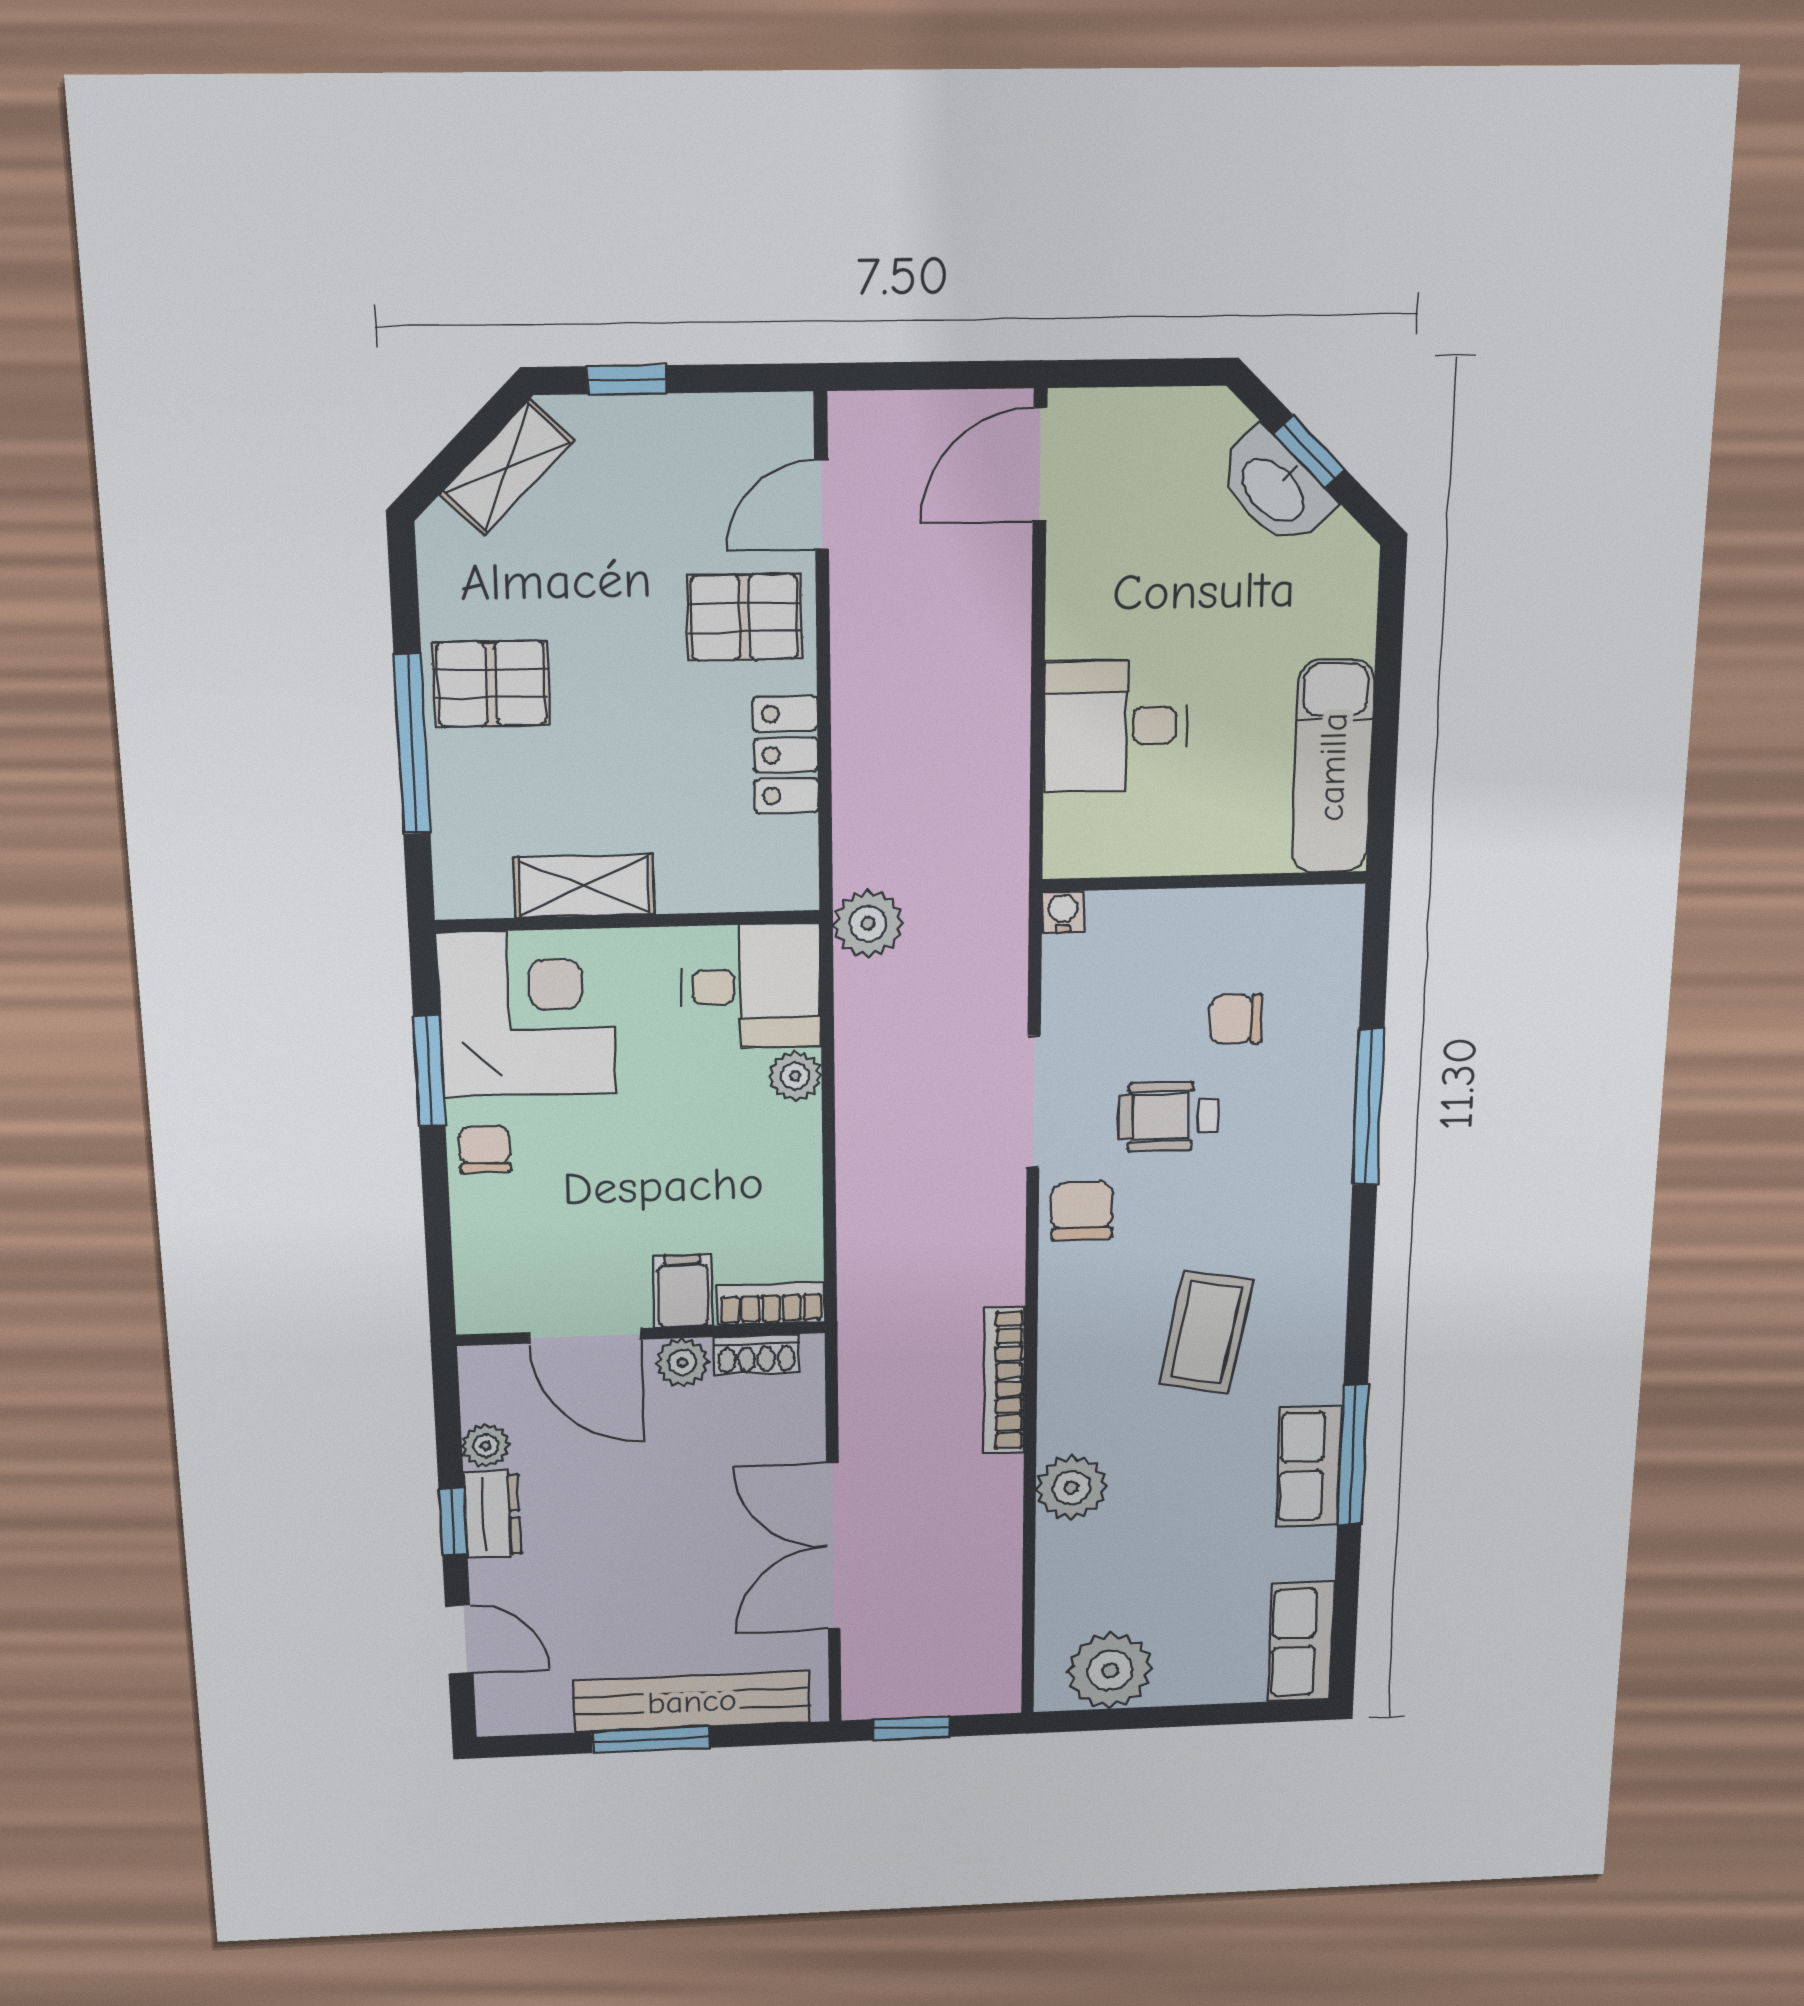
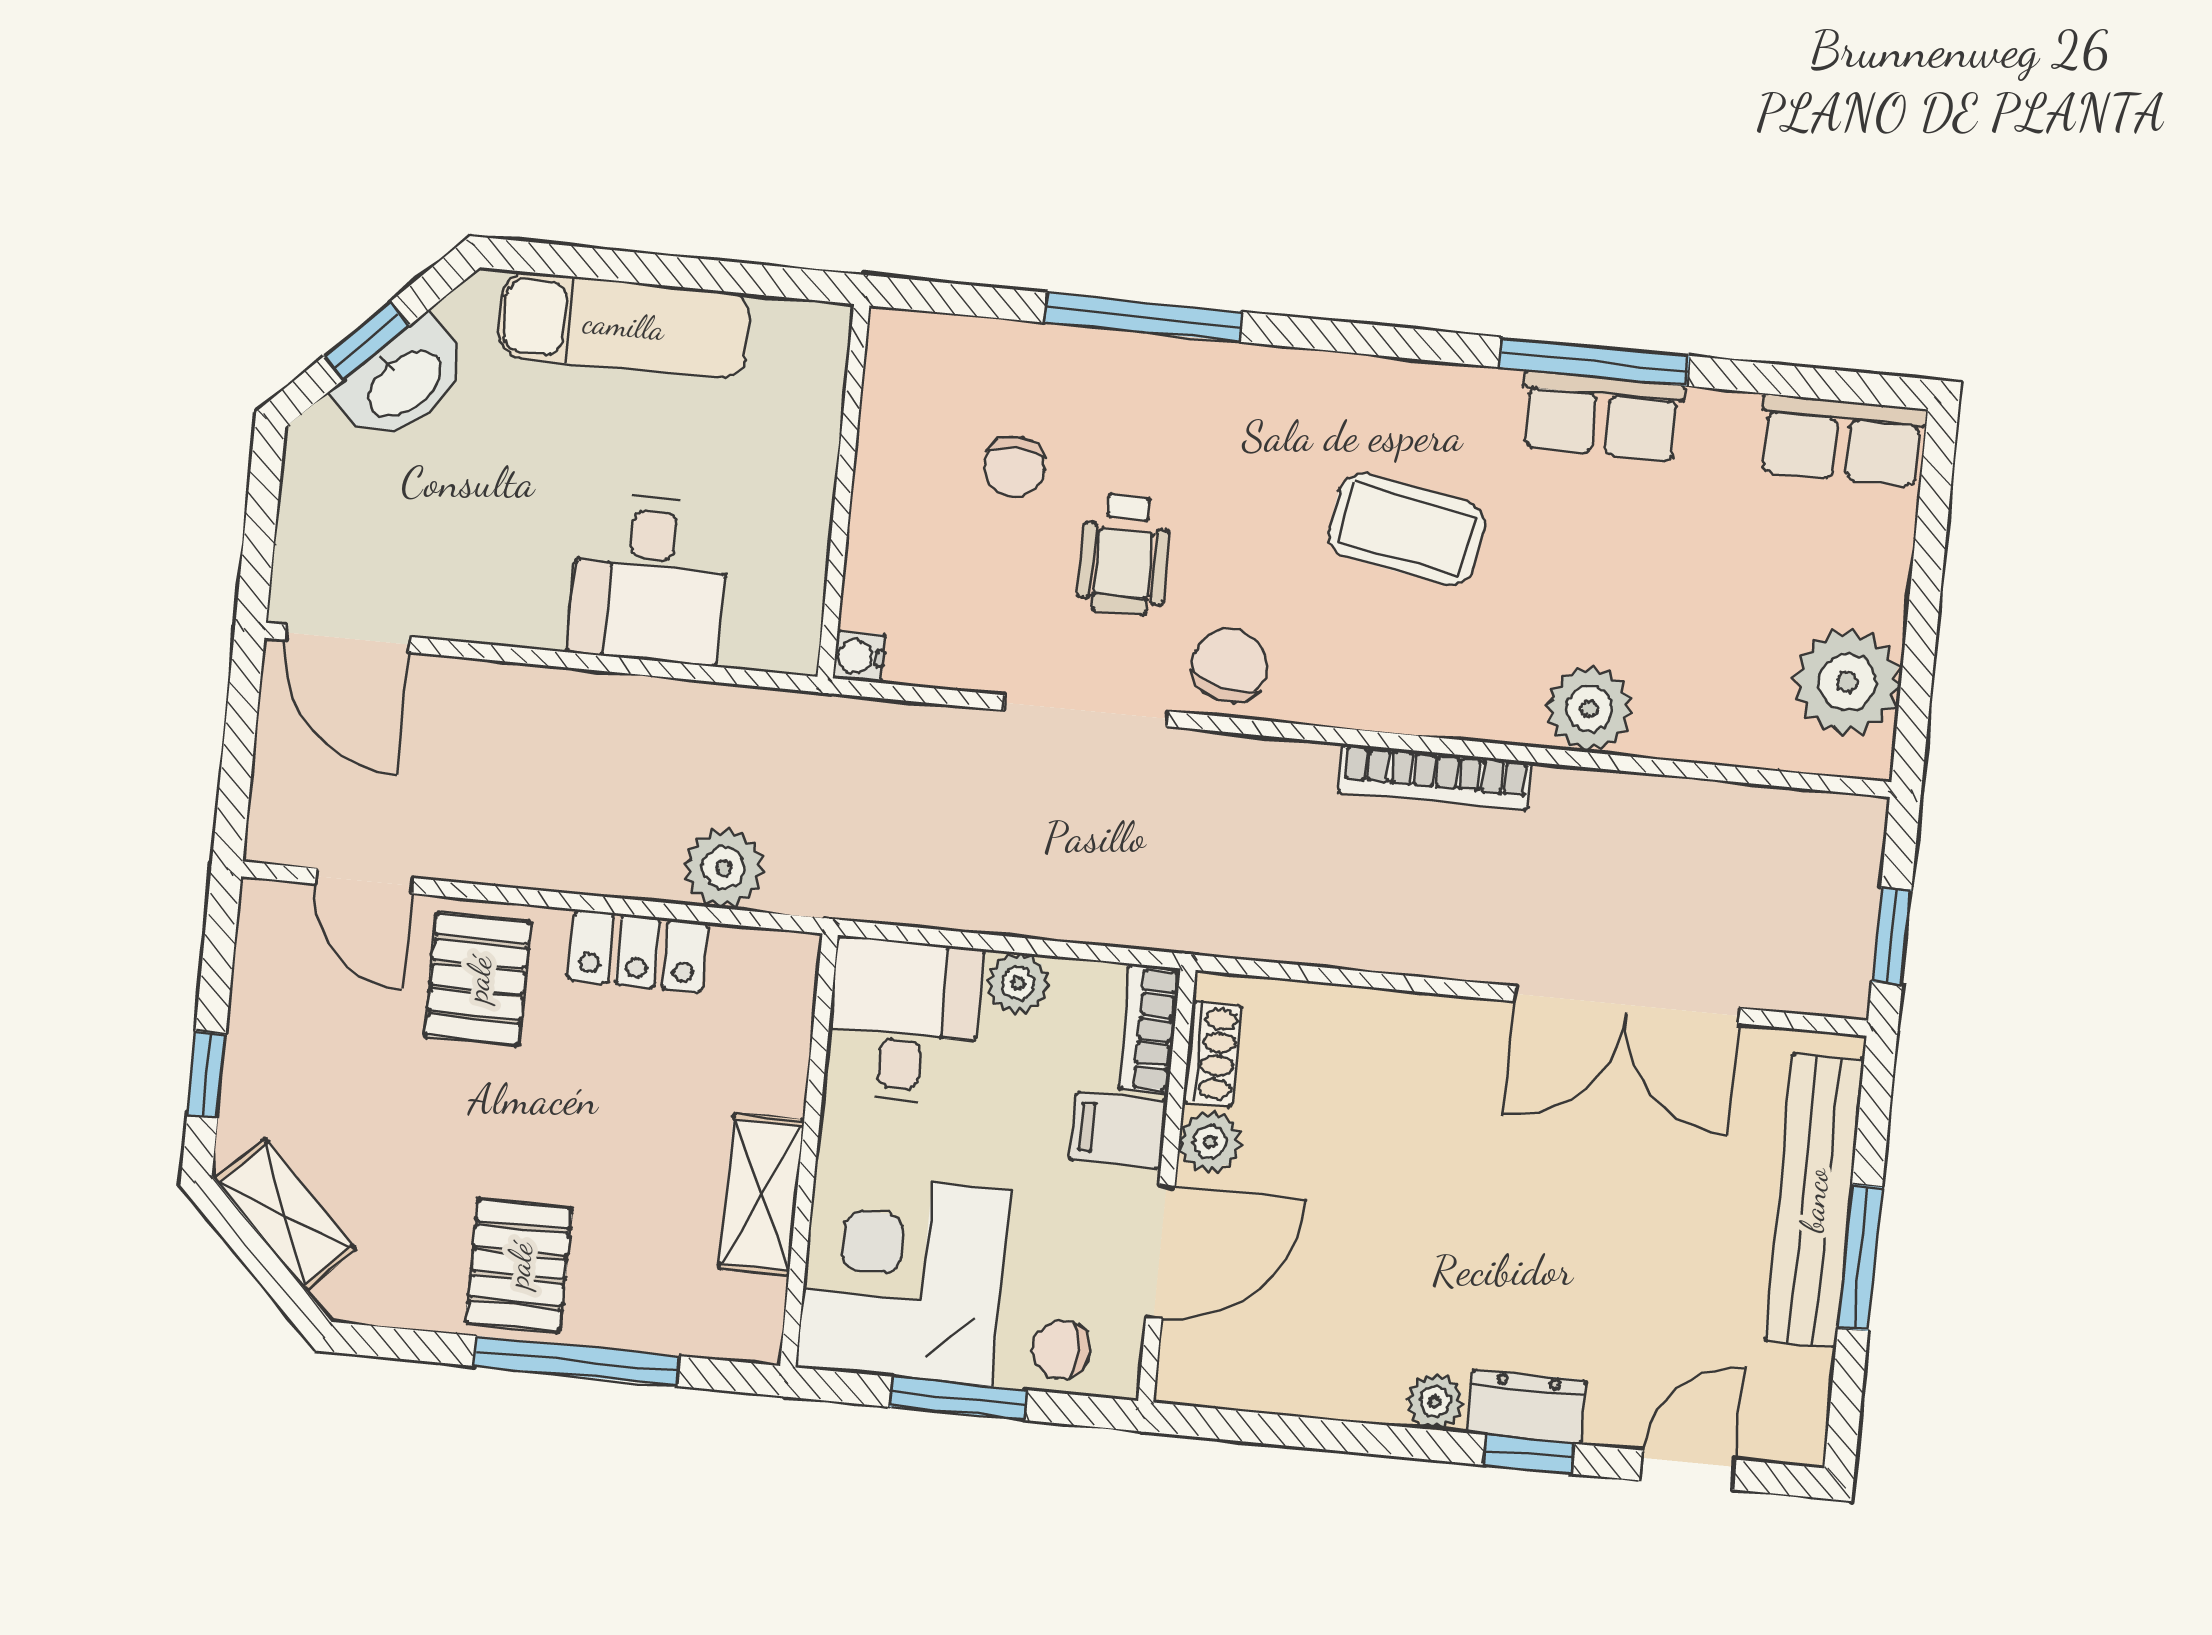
exam couch: (1333, 767) -> (624, 325), moved
plant: (868, 924) -> (724, 868), moved
chair: (1082, 1211) -> (1229, 666), turned 102
filing cabinet: (683, 1291) -> (1119, 1130), moved
bookcase: (771, 1304) -> (1149, 1029), moved
wall: (641, 1334) -> (1167, 1185), moved
door: (585, 1336) -> (1160, 1252), moved
shoe rack: (756, 1355) -> (1212, 1053), moved
plant: (682, 1362) -> (1210, 1142), moved

